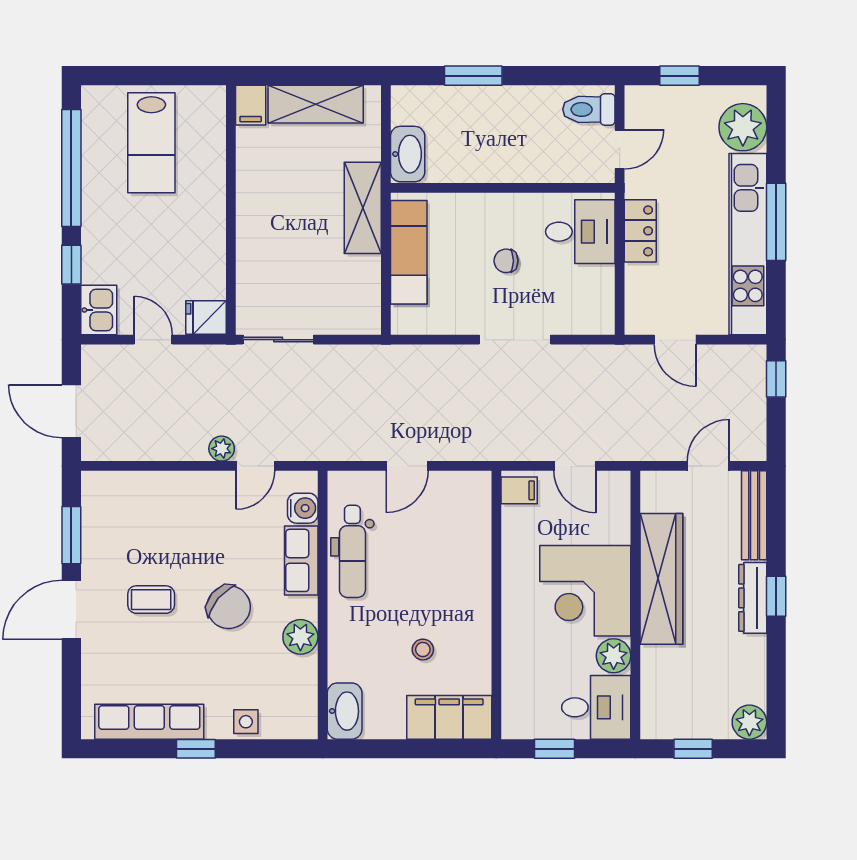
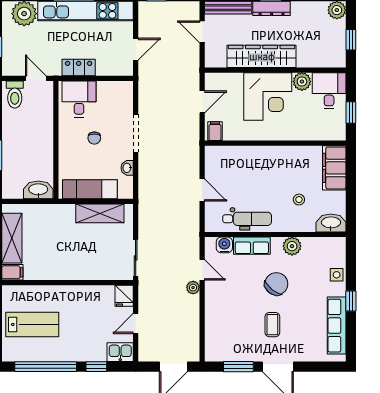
shelving: (363, 208) -> (100, 213), moved
washbasin: (449, 323) -> (127, 168), added
stool: (423, 650) -> (299, 200), moved

